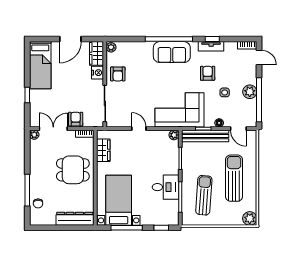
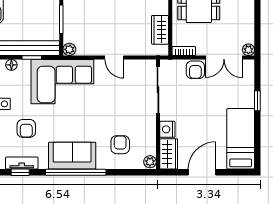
armchair: (118, 74) -> (120, 145), moved

